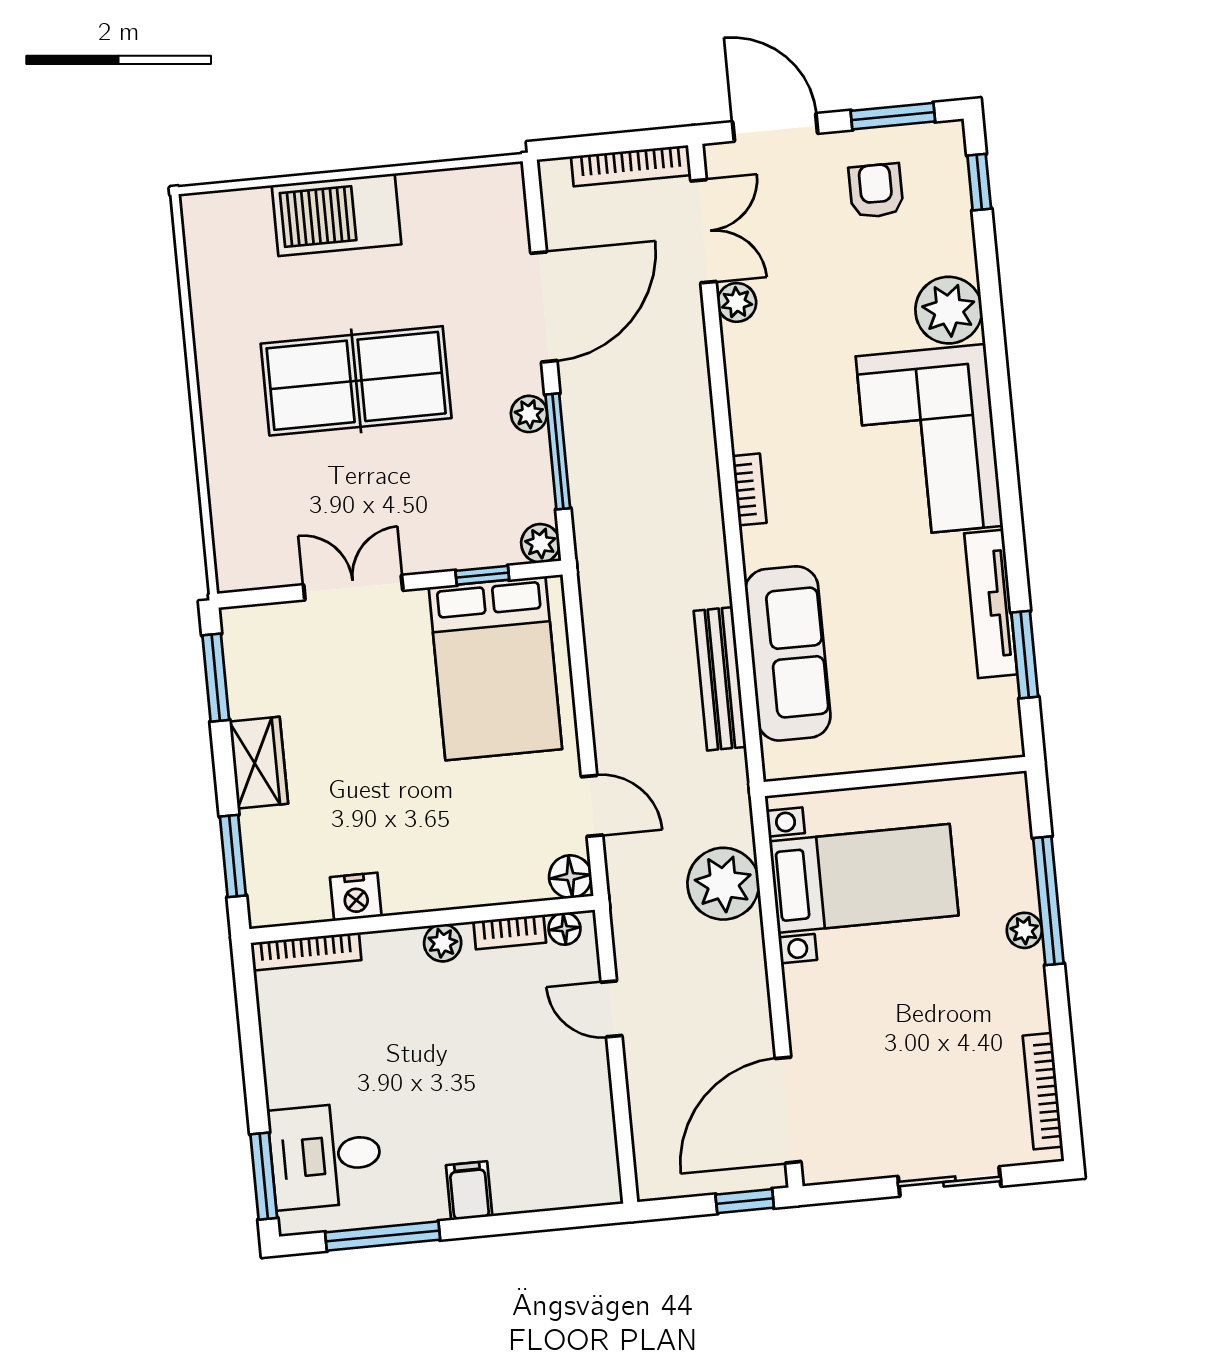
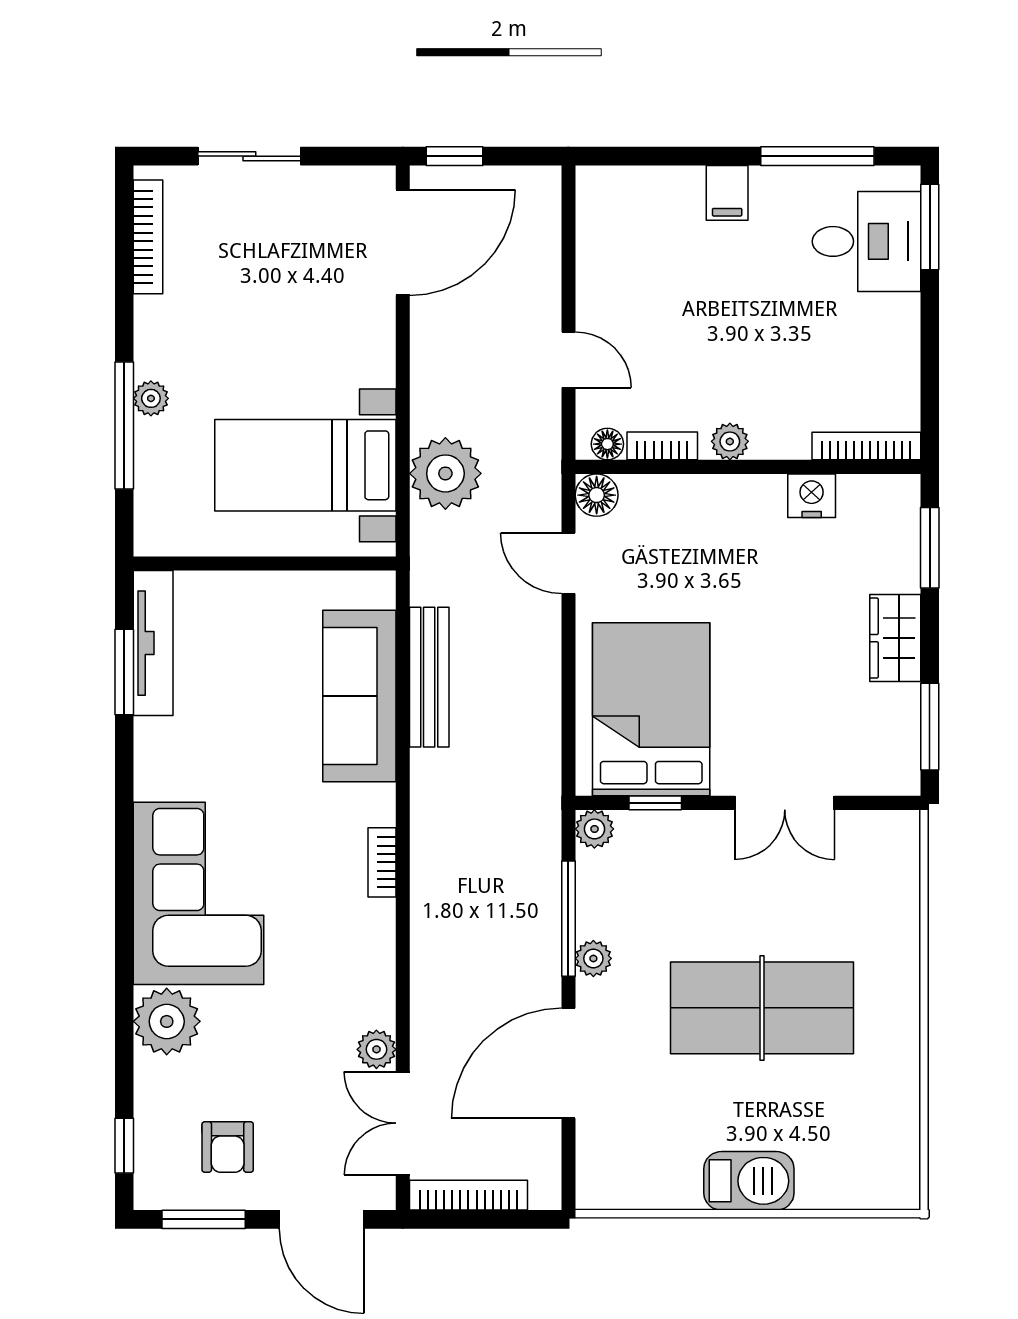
barbecue: (337, 215) -> (749, 1181), width x0.73, depth x0.83
tv unit: (991, 604) -> (153, 643), moved

